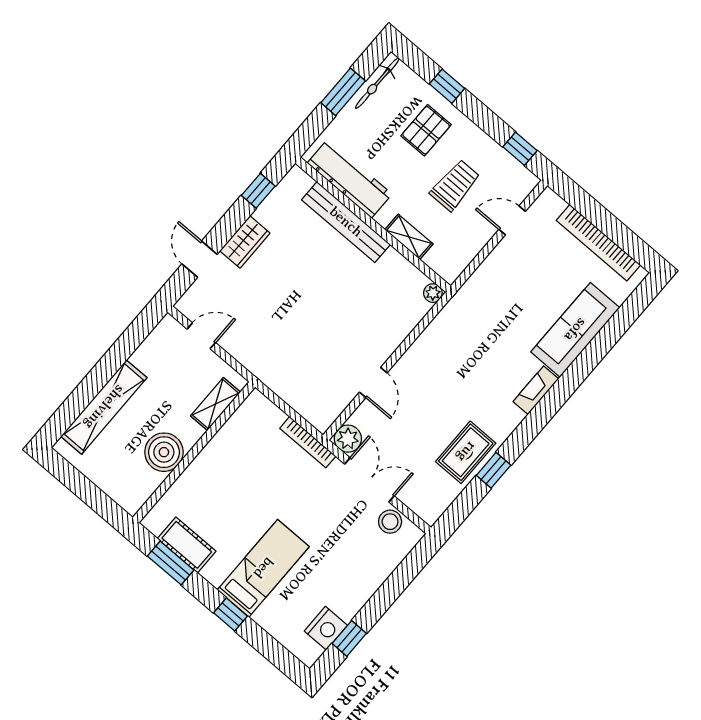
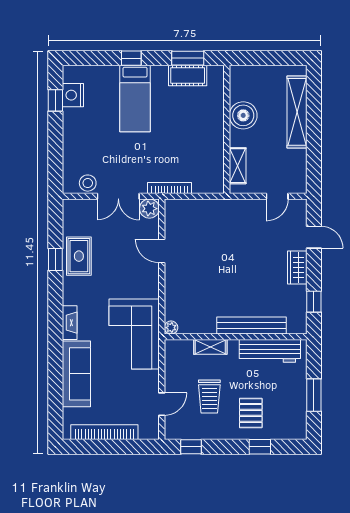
bicycle: (377, 83) -> (299, 416), removed
corner sofa: (478, 320) -> (134, 334), added

